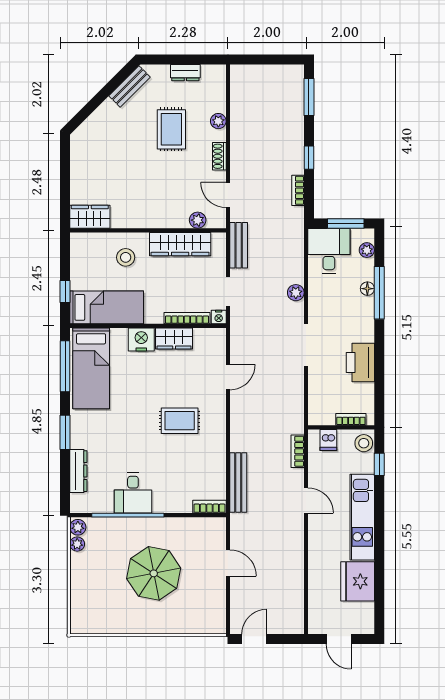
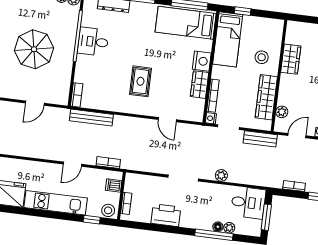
wardrobe: (90, 217) -> (291, 59), moved
plant: (367, 250) -> (229, 228), moved

